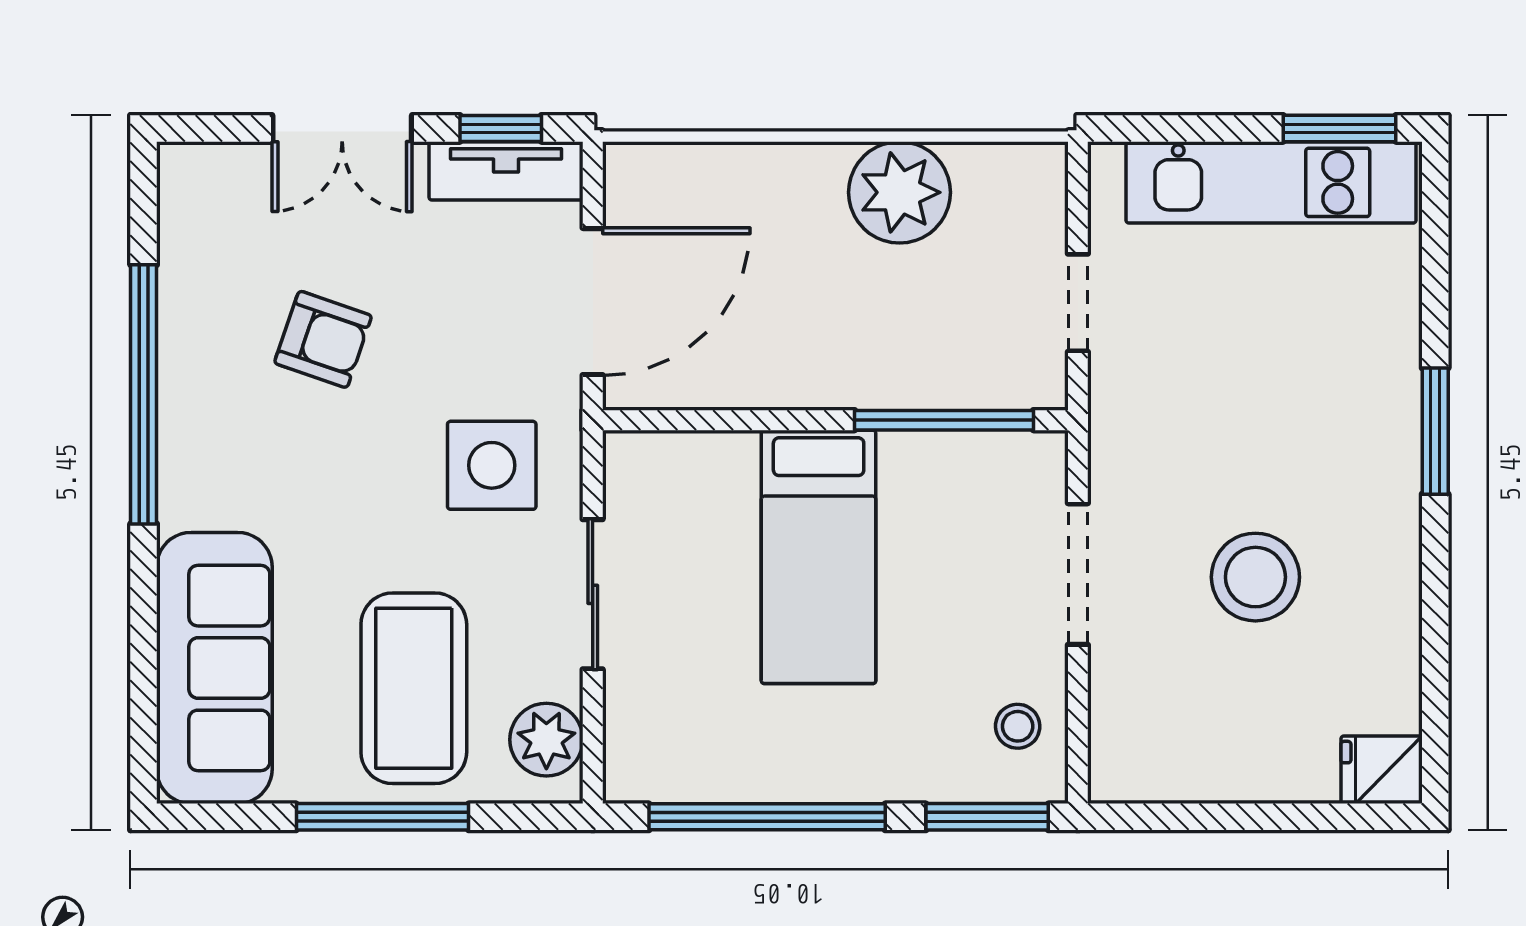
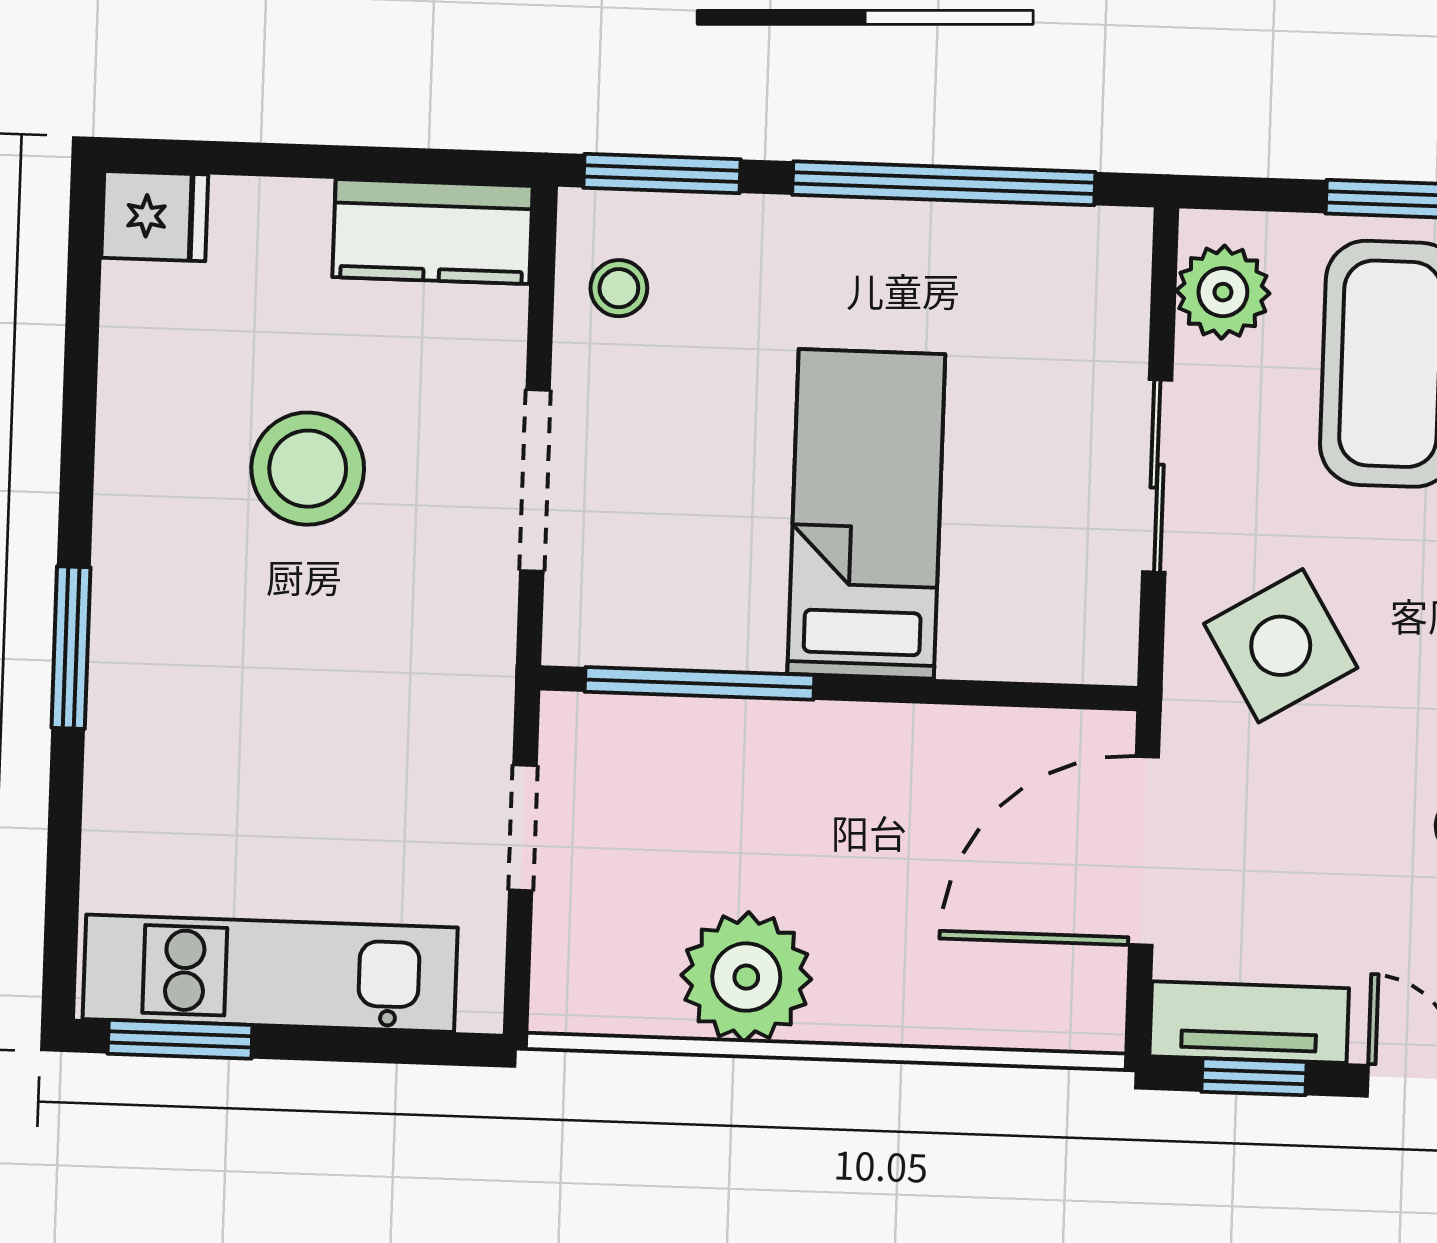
side table: (492, 465) -> (1281, 646), turned -31
kitchen counter: (1165, 765) -> (433, 232), added

